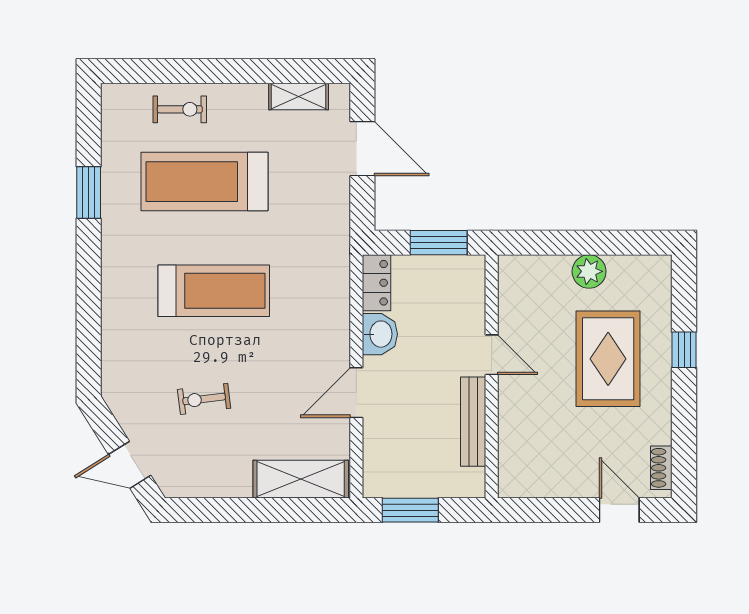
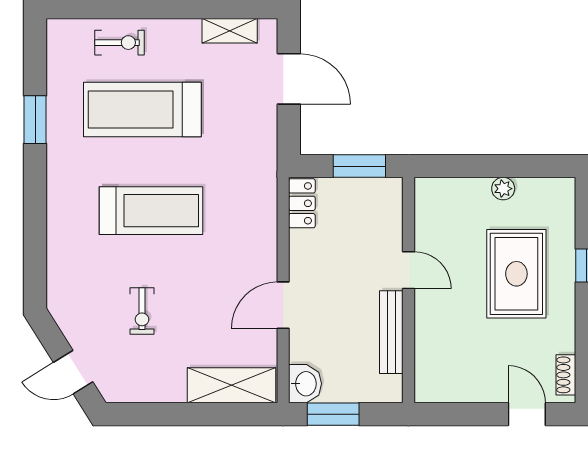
plant: (589, 271) -> (503, 189), width x0.73, depth x0.73
washbasin: (380, 334) -> (305, 384), moved
exercise bike: (204, 399) -> (142, 311), turned -83

